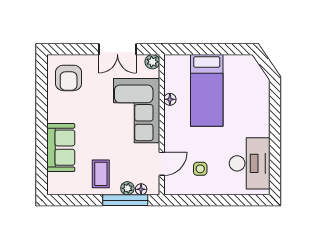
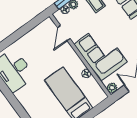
side table: (200, 169) -> (39, 46), removed

